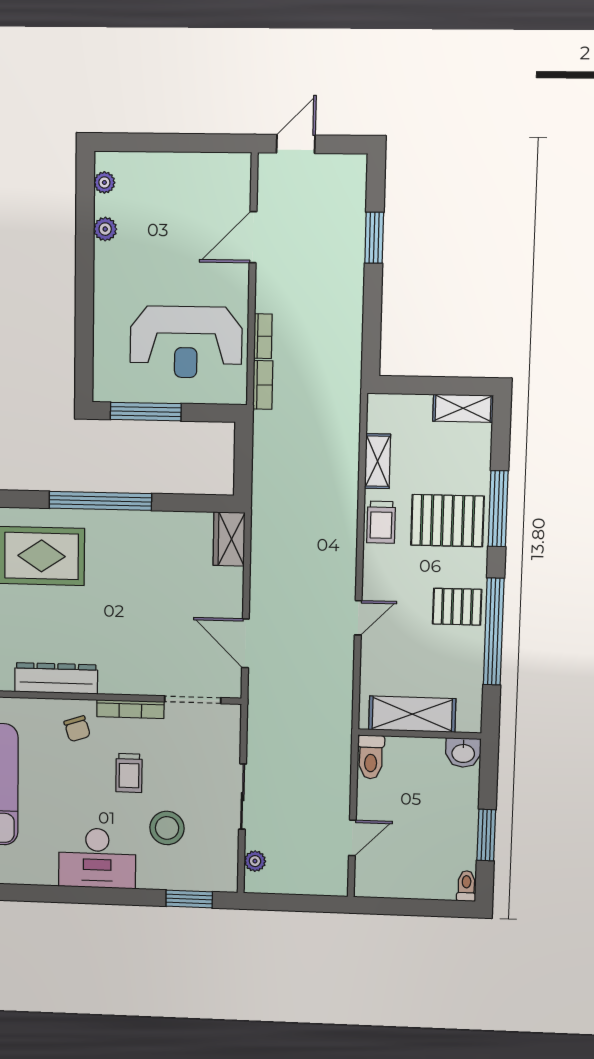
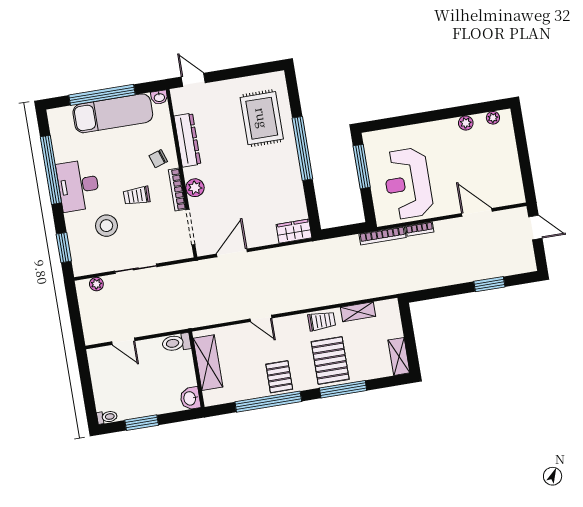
bookcase: (263, 385) -> (383, 236), width x1.56
trolley: (381, 522) -> (322, 321), turned 180
plant: (132, 681) -> (195, 188), added
window: (66, 894) -> (51, 170), added

